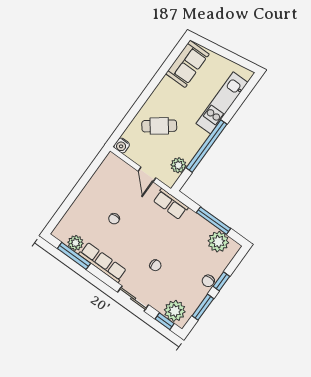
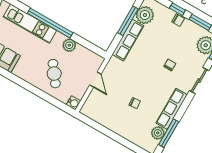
window: (207, 146) -> (50, 23), moved
plant: (178, 165) -> (69, 45), moved
door: (147, 174) -> (95, 80), hinge flipped
row of seats: (171, 204) -> (128, 40), moved, width x1.48

